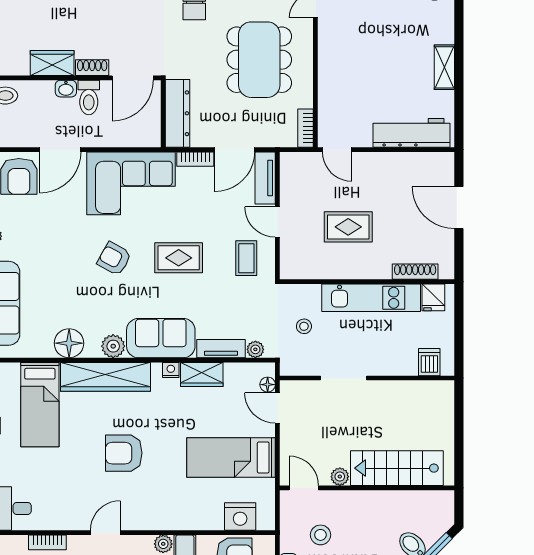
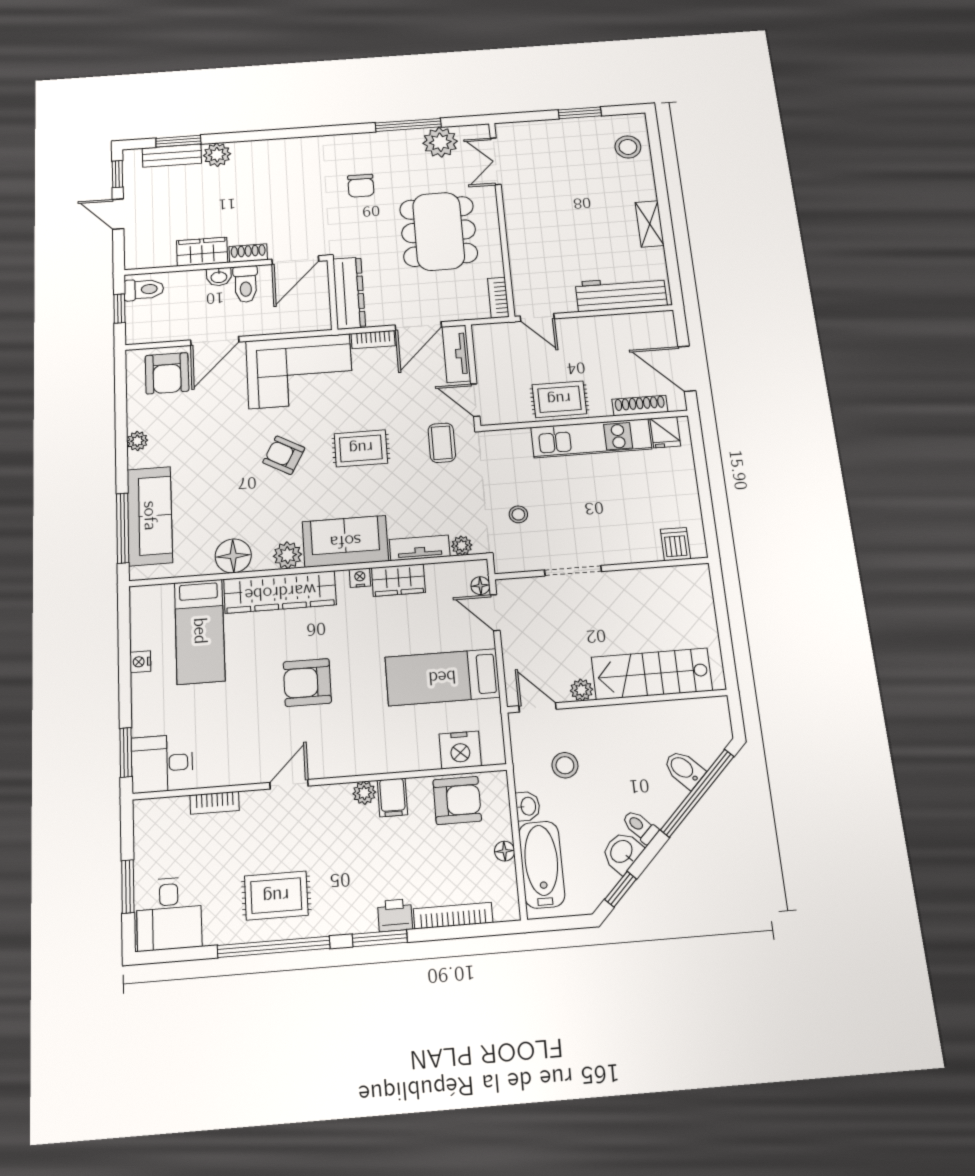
shoe rack: (415, 272) -> (640, 406), moved
wall: (367, 282) -> (584, 421), moved
fridge: (433, 297) -> (665, 432), moved
kitchen unit: (371, 298) -> (591, 438), moved

